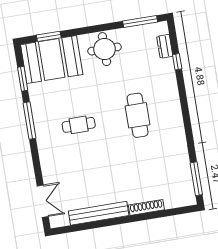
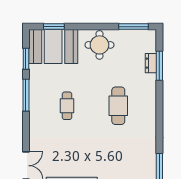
dresser: (165, 46) -> (151, 63), moved
window: (177, 62) -> (159, 66), width x2.17
cafe table: (79, 125) -> (67, 106), turned 90

